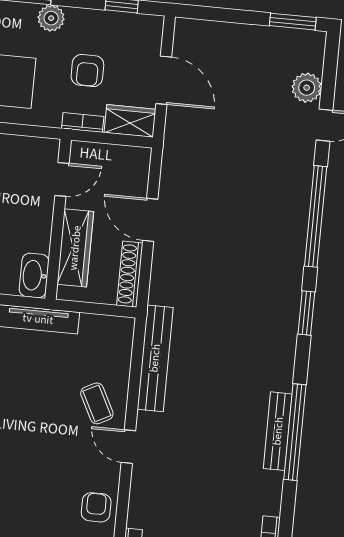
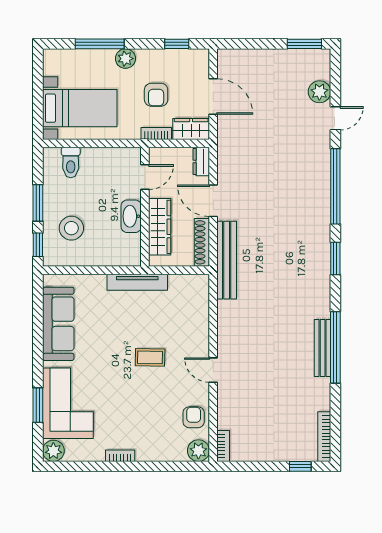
dresser: (139, 166) -> (201, 161), added
washbasin: (34, 275) -> (131, 216), moved
bench: (155, 358) -> (227, 260), moved
coffee table: (97, 403) -> (150, 357), moved, turned -62

